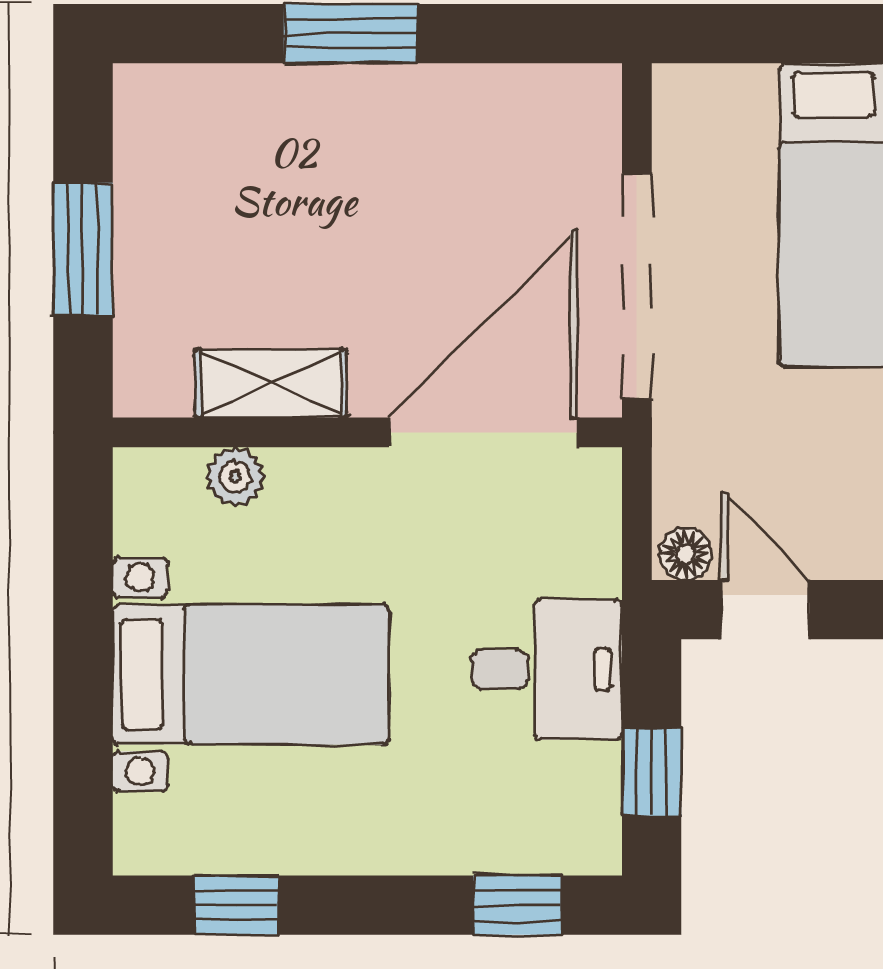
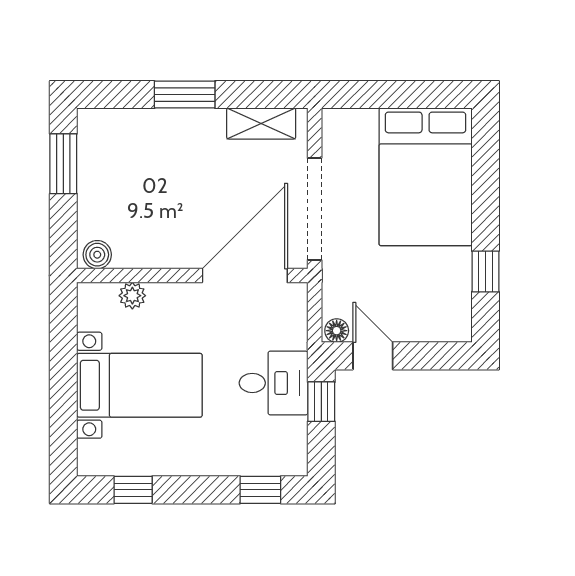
window: (83, 249) -> (63, 164), moved
shelving: (271, 383) -> (261, 123), moved
boiler: (158, 386) -> (97, 255), added
window: (652, 772) -> (321, 402), moved

